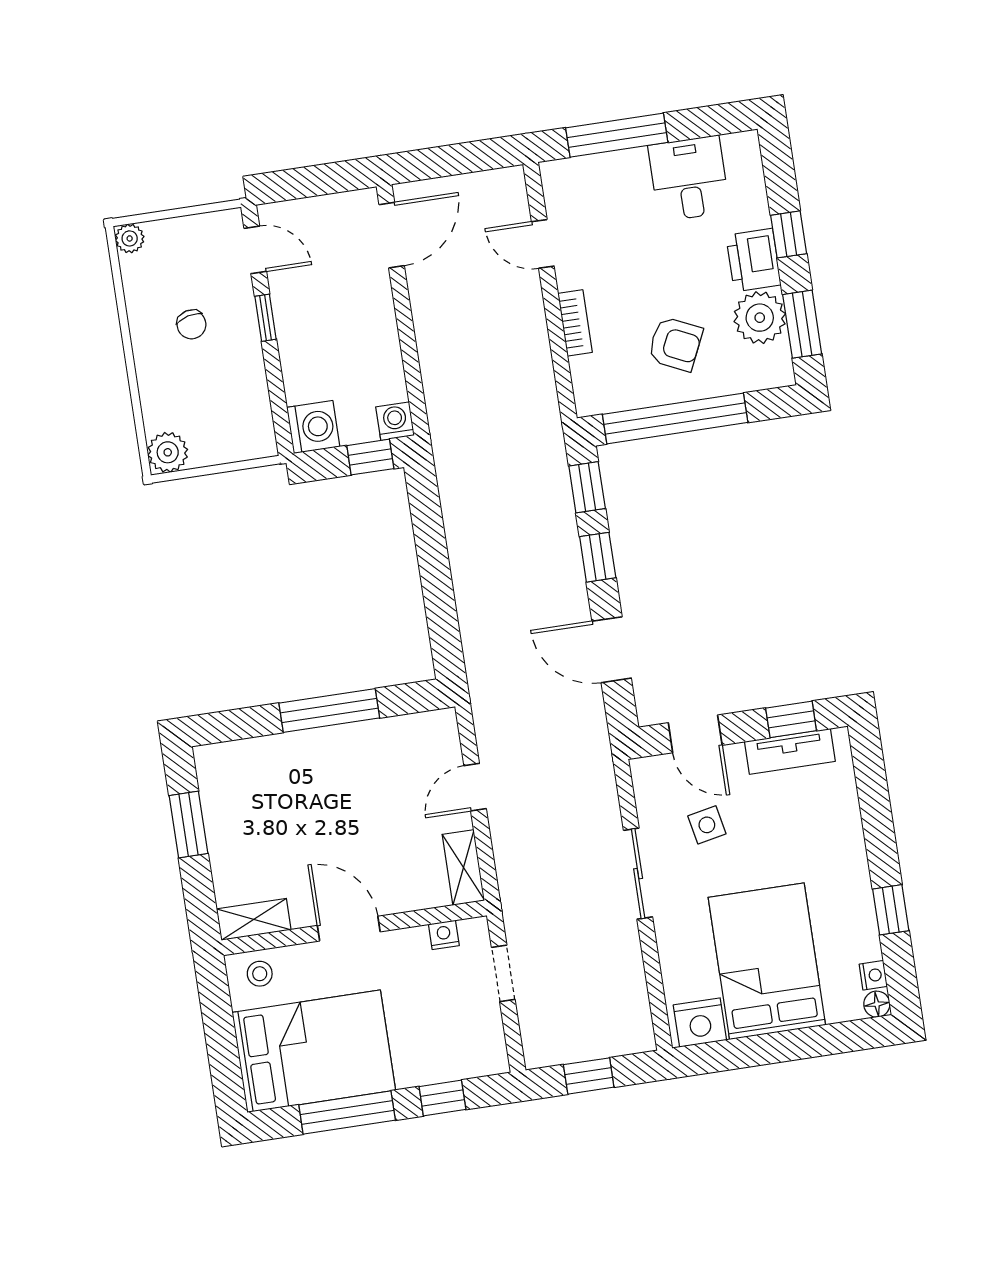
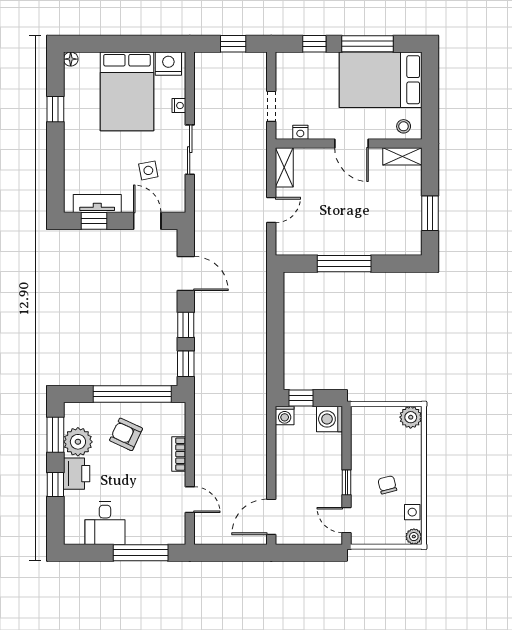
side table: (139, 282) -> (412, 512), added
nightstand: (873, 975) -> (179, 105), moved, turned 180

